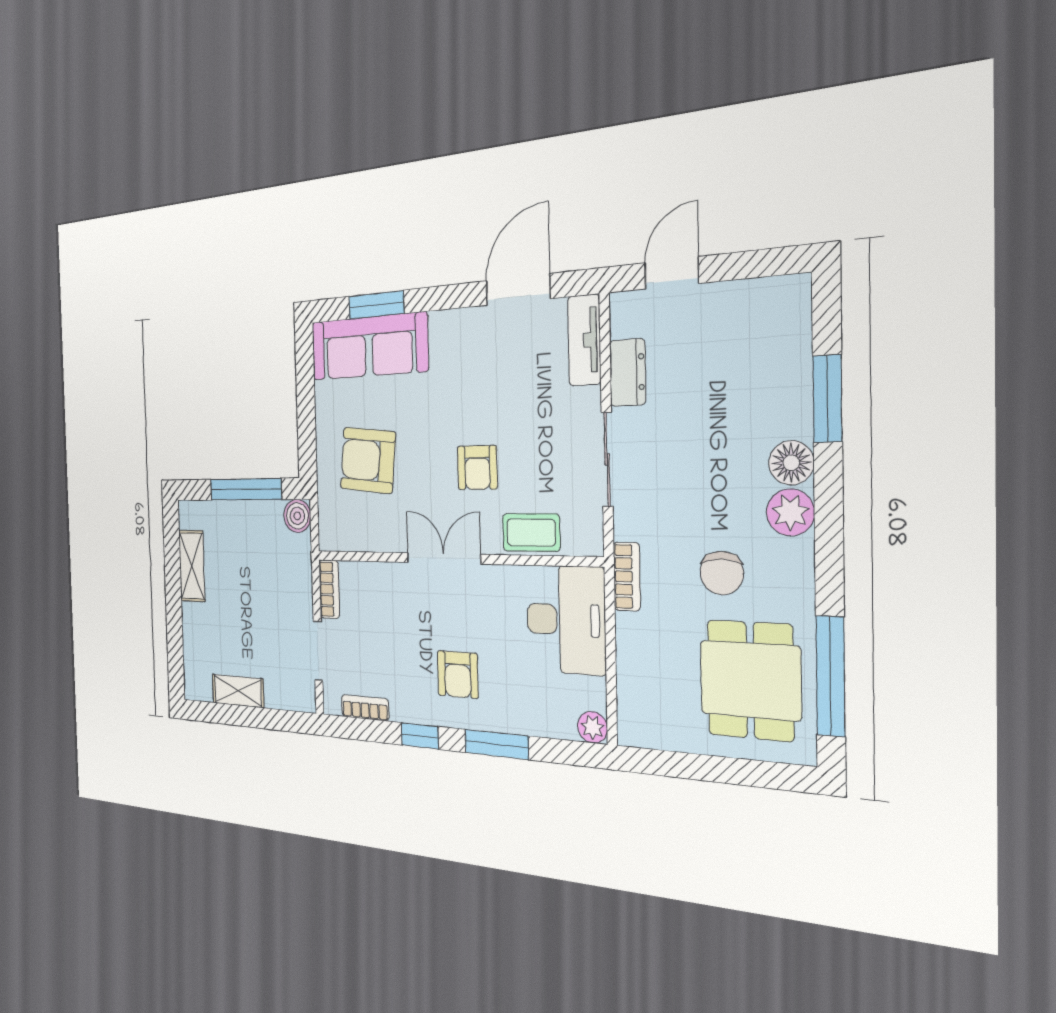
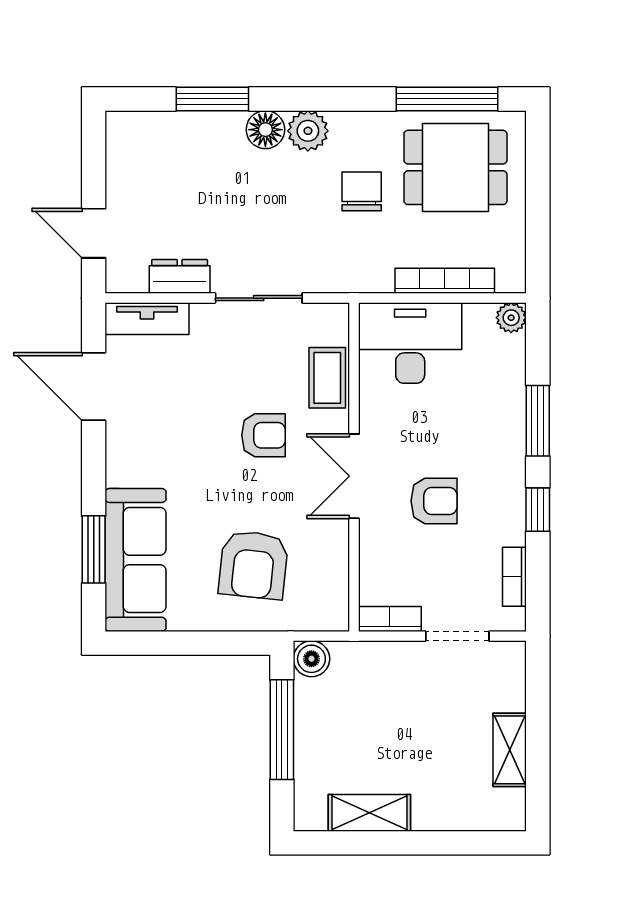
chair: (722, 573) -> (362, 191), turned -90
bookcase: (627, 576) -> (445, 281), moved, width x1.56
armchair: (458, 674) -> (434, 501), moved

